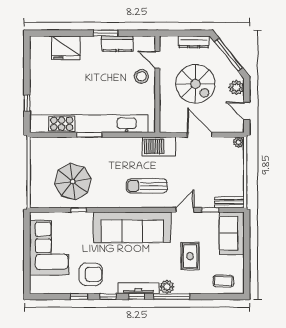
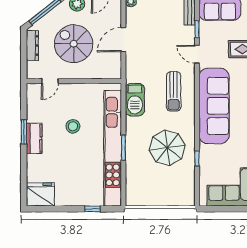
kitchen counter: (117, 44) -> (34, 138), moved
fridge: (66, 48) -> (40, 194), moved, turned -90
stool: (141, 76) -> (73, 126), moved
spiral stairs: (195, 84) -> (74, 44), turned -90
barbecue: (159, 146) -> (135, 100), moved
parasol: (73, 181) -> (167, 148), moved

